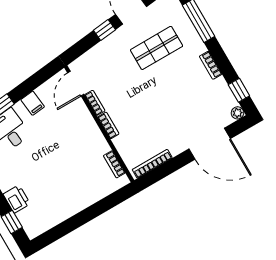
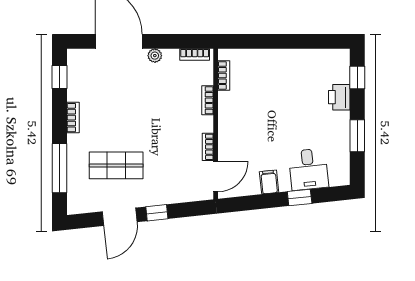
plant: (238, 113) -> (155, 56), moved
bookcase: (108, 125) -> (208, 100), moved
bookcase: (152, 164) -> (195, 54), width x0.64

